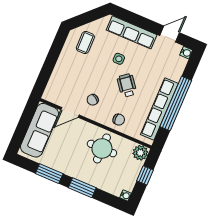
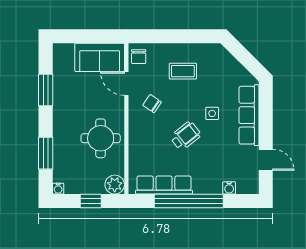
coffee table: (85, 43) -> (183, 71), moved
water cooler: (186, 53) -> (229, 188), moved
row of seats: (159, 109) -> (164, 185), width x0.73
chair: (119, 120) -> (139, 57), moved
sofa: (39, 130) -> (100, 57), width x0.73
window: (82, 188) -> (46, 153), moved

